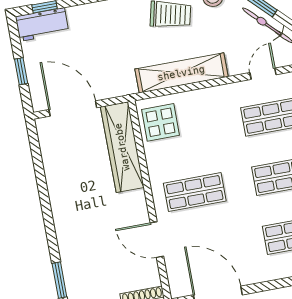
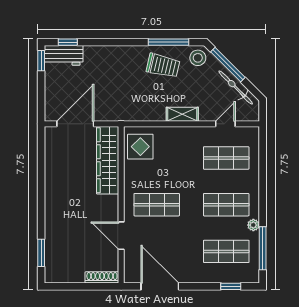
window: (21, 71) -> (41, 61), moved
shelving: (181, 73) -> (182, 114), width x0.45, depth x0.75
door: (73, 109) -> (75, 124), hinge flipped

